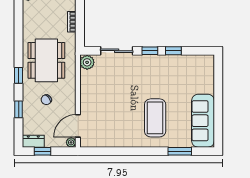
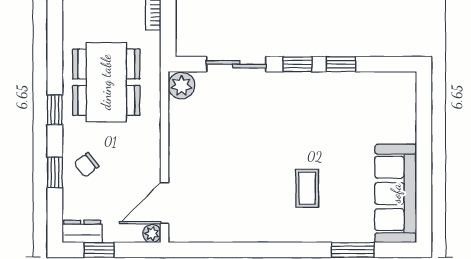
chair: (46, 100) -> (86, 165), moved
coffee table: (155, 118) -> (307, 188), width x0.54, depth x0.58

